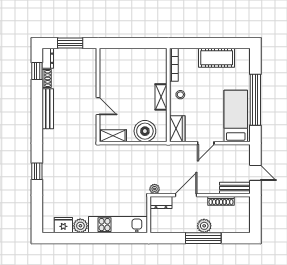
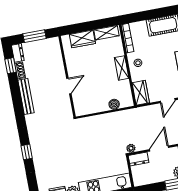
wardrobe: (123, 56) -> (82, 39), added
door: (98, 106) -> (69, 86), hinge flipped
boiler: (145, 131) -> (114, 104), width x0.54, depth x0.54
shelving: (113, 136) -> (106, 33), moved

